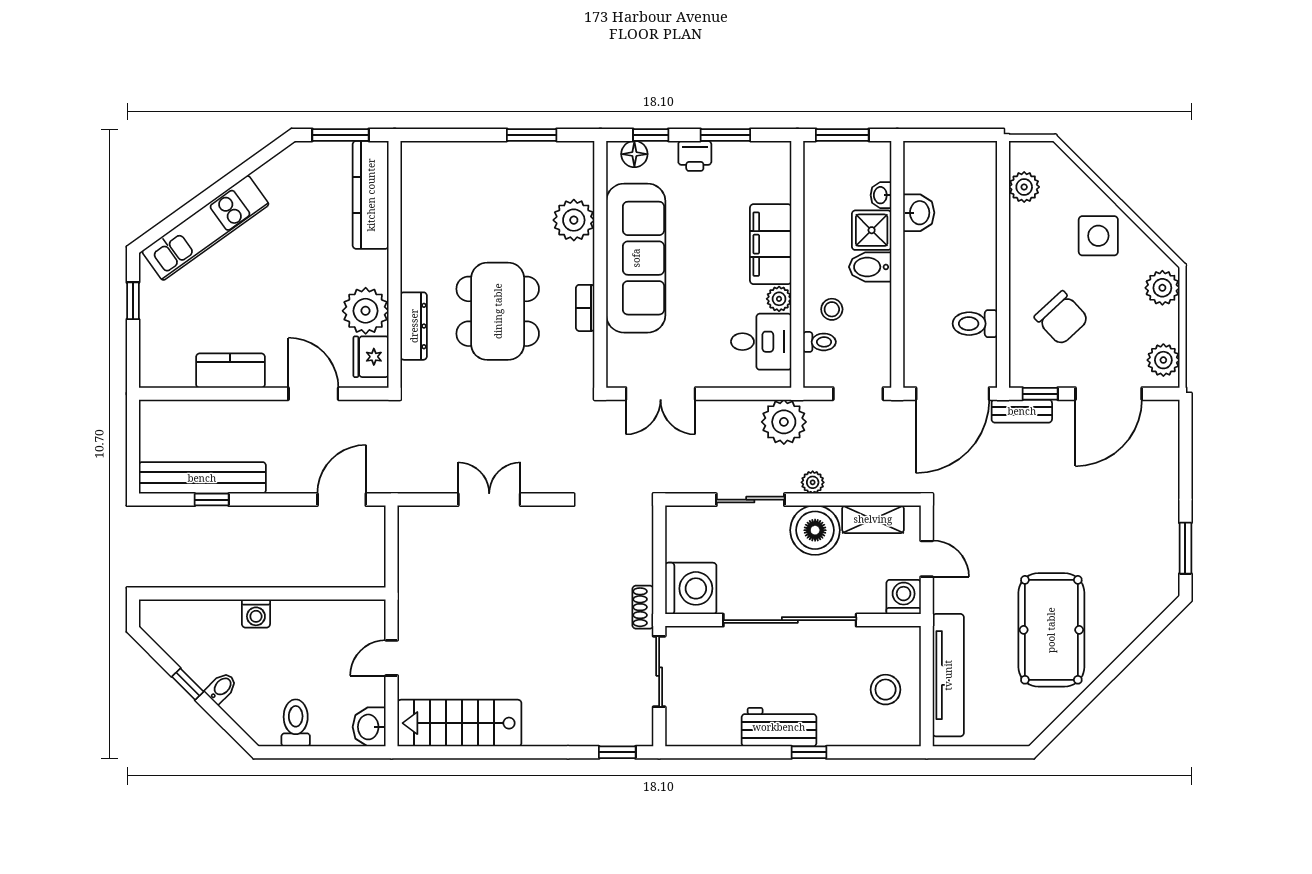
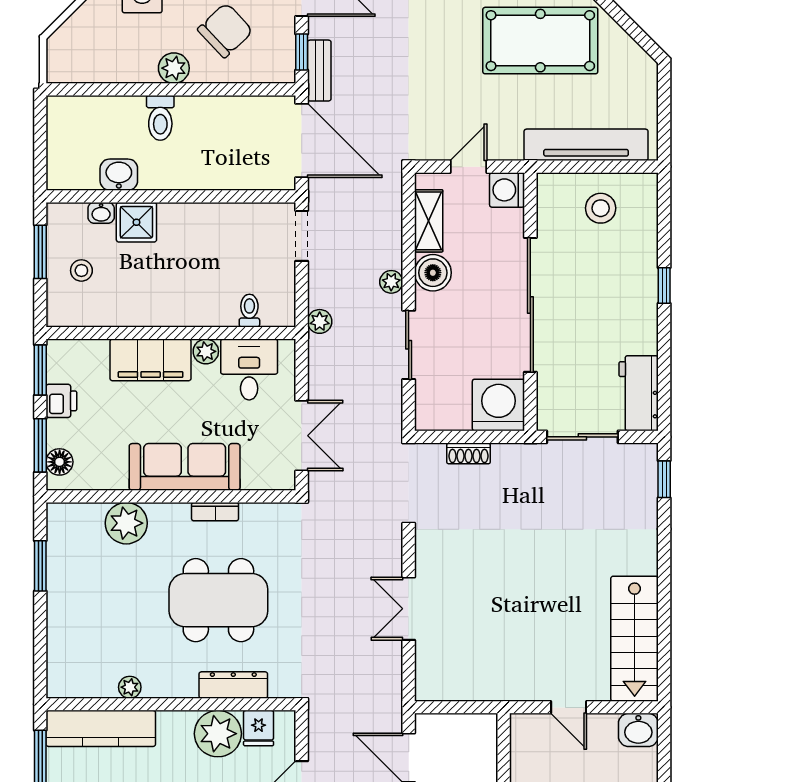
window: (651, 135) -> (40, 445), width x1.50
plant: (1024, 187) -> (174, 68), moved
plant: (411, 224) -> (130, 687), added
filing cabinet: (771, 244) -> (151, 360), moved
sofa: (636, 258) -> (185, 467), width x0.74, depth x0.79
wall: (797, 264) -> (171, 333), moved
bidet: (870, 267) -> (174, 224), removed
plant: (779, 299) -> (206, 351), moved
stool: (832, 309) -> (81, 270), moved
toilet: (975, 324) -> (160, 118), moved
desk: (761, 342) -> (249, 369), moved
toilet: (819, 342) -> (249, 311), moved
fridge: (371, 357) -> (259, 728), width x0.72
plant: (784, 422) -> (320, 321), width x0.53, depth x0.53
boiler: (815, 530) -> (433, 273), width x0.73, depth x0.73
shoe rack: (643, 607) -> (469, 453), moved
workbench: (779, 727) -> (639, 393), moved

